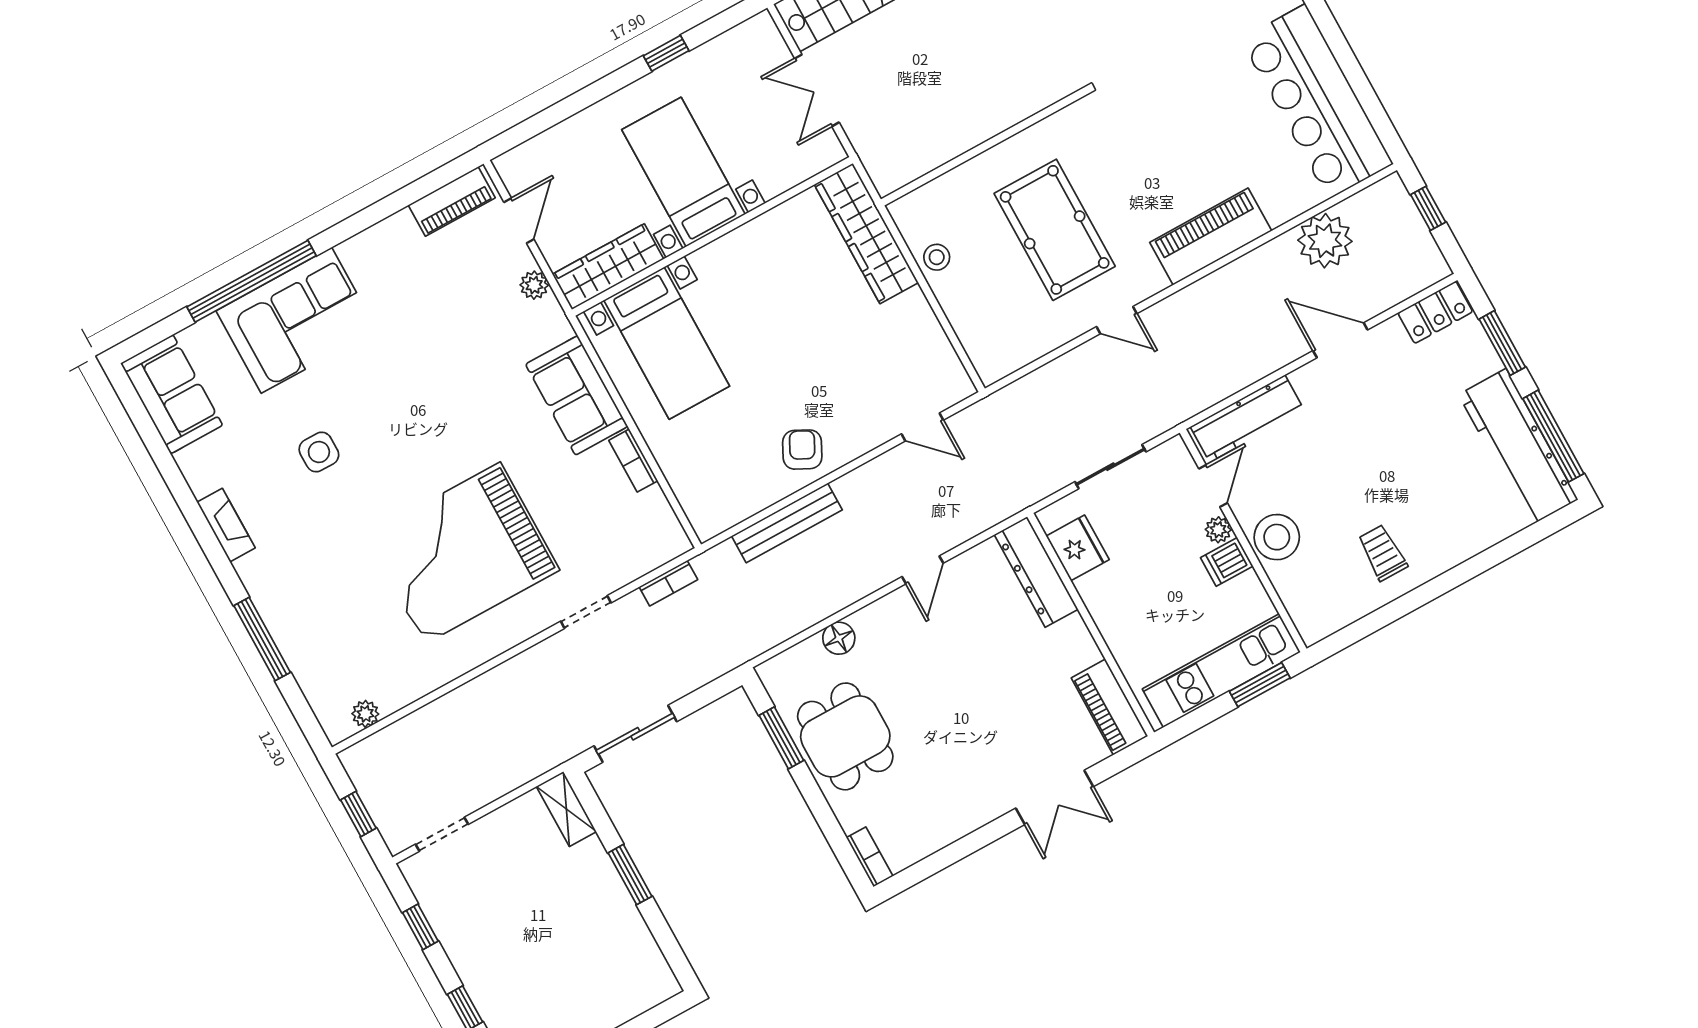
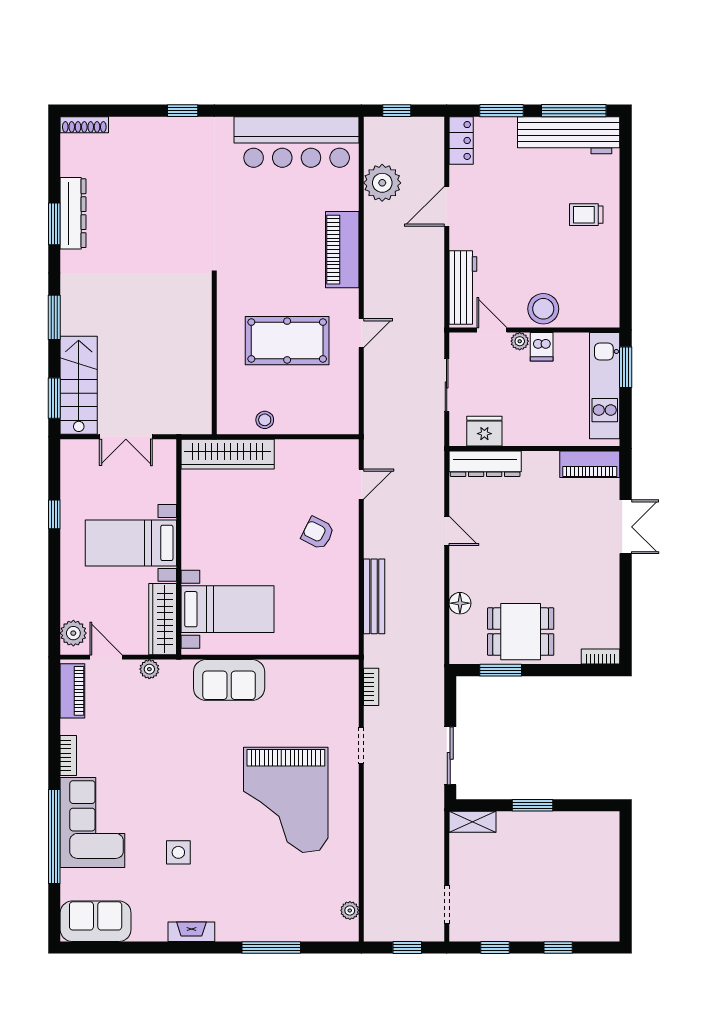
plant: (527, 162) -> (73, 633), added
armchair: (802, 450) -> (318, 533), moved
bookcase: (633, 461) -> (68, 755), moved, turned -90
trolley: (1382, 553) -> (586, 215), moved

